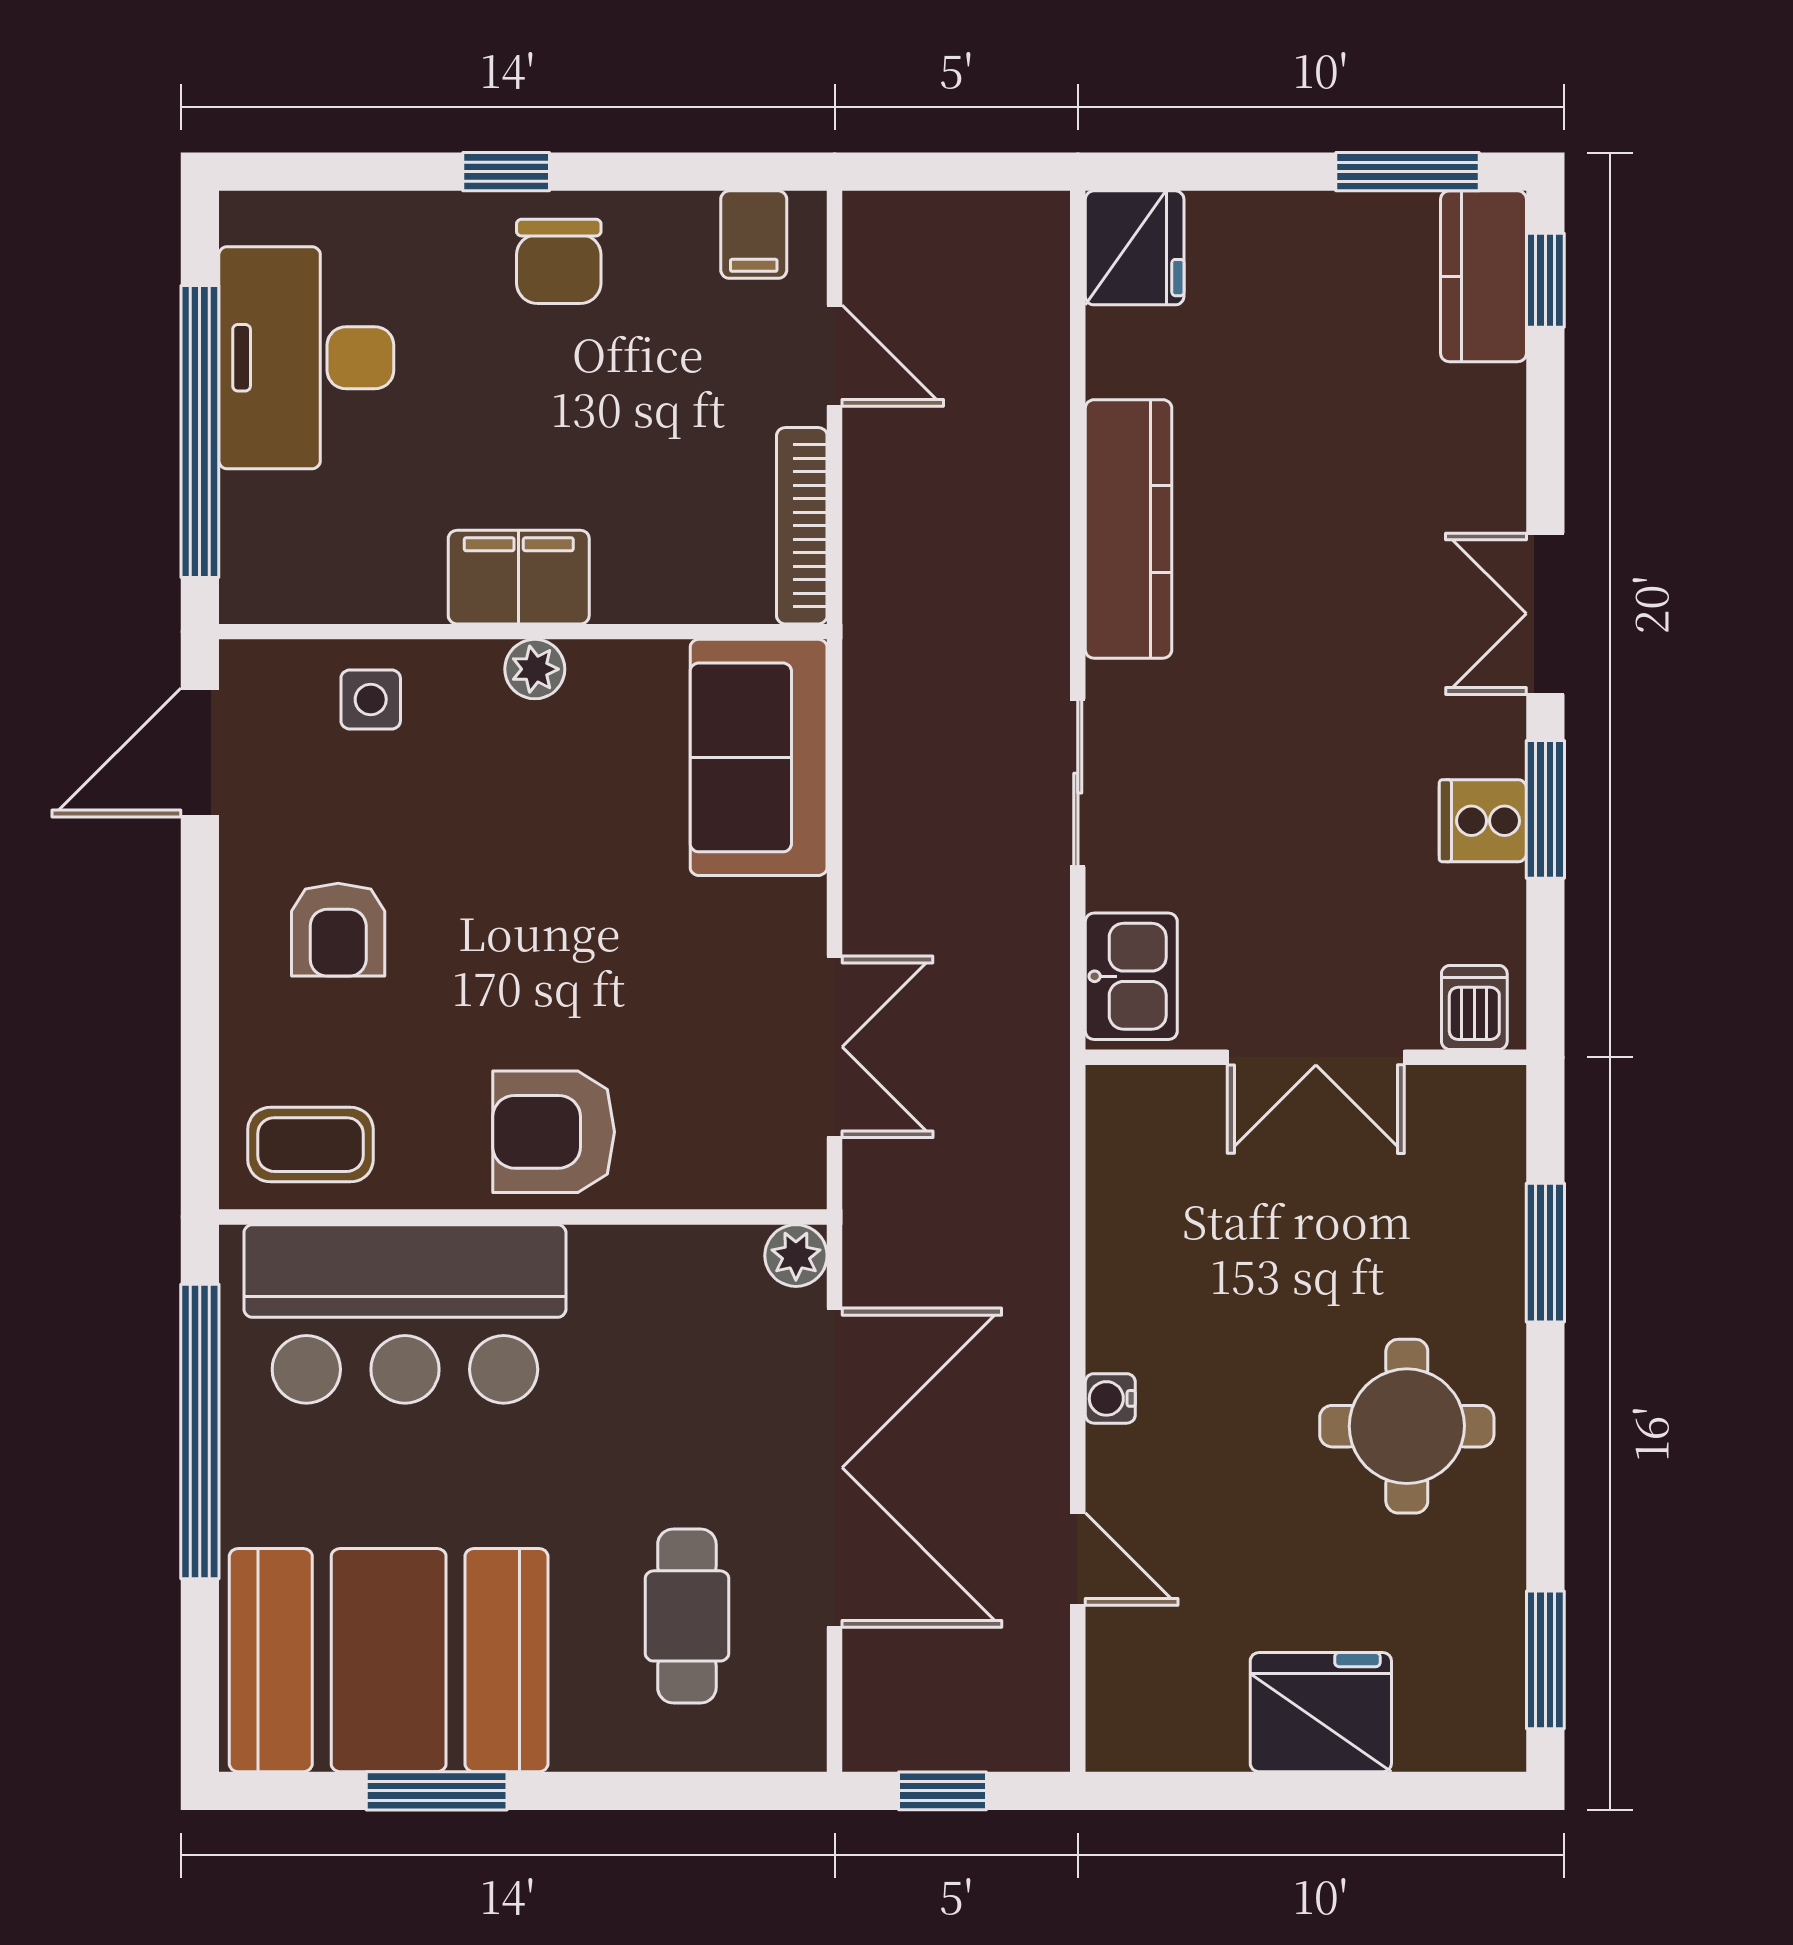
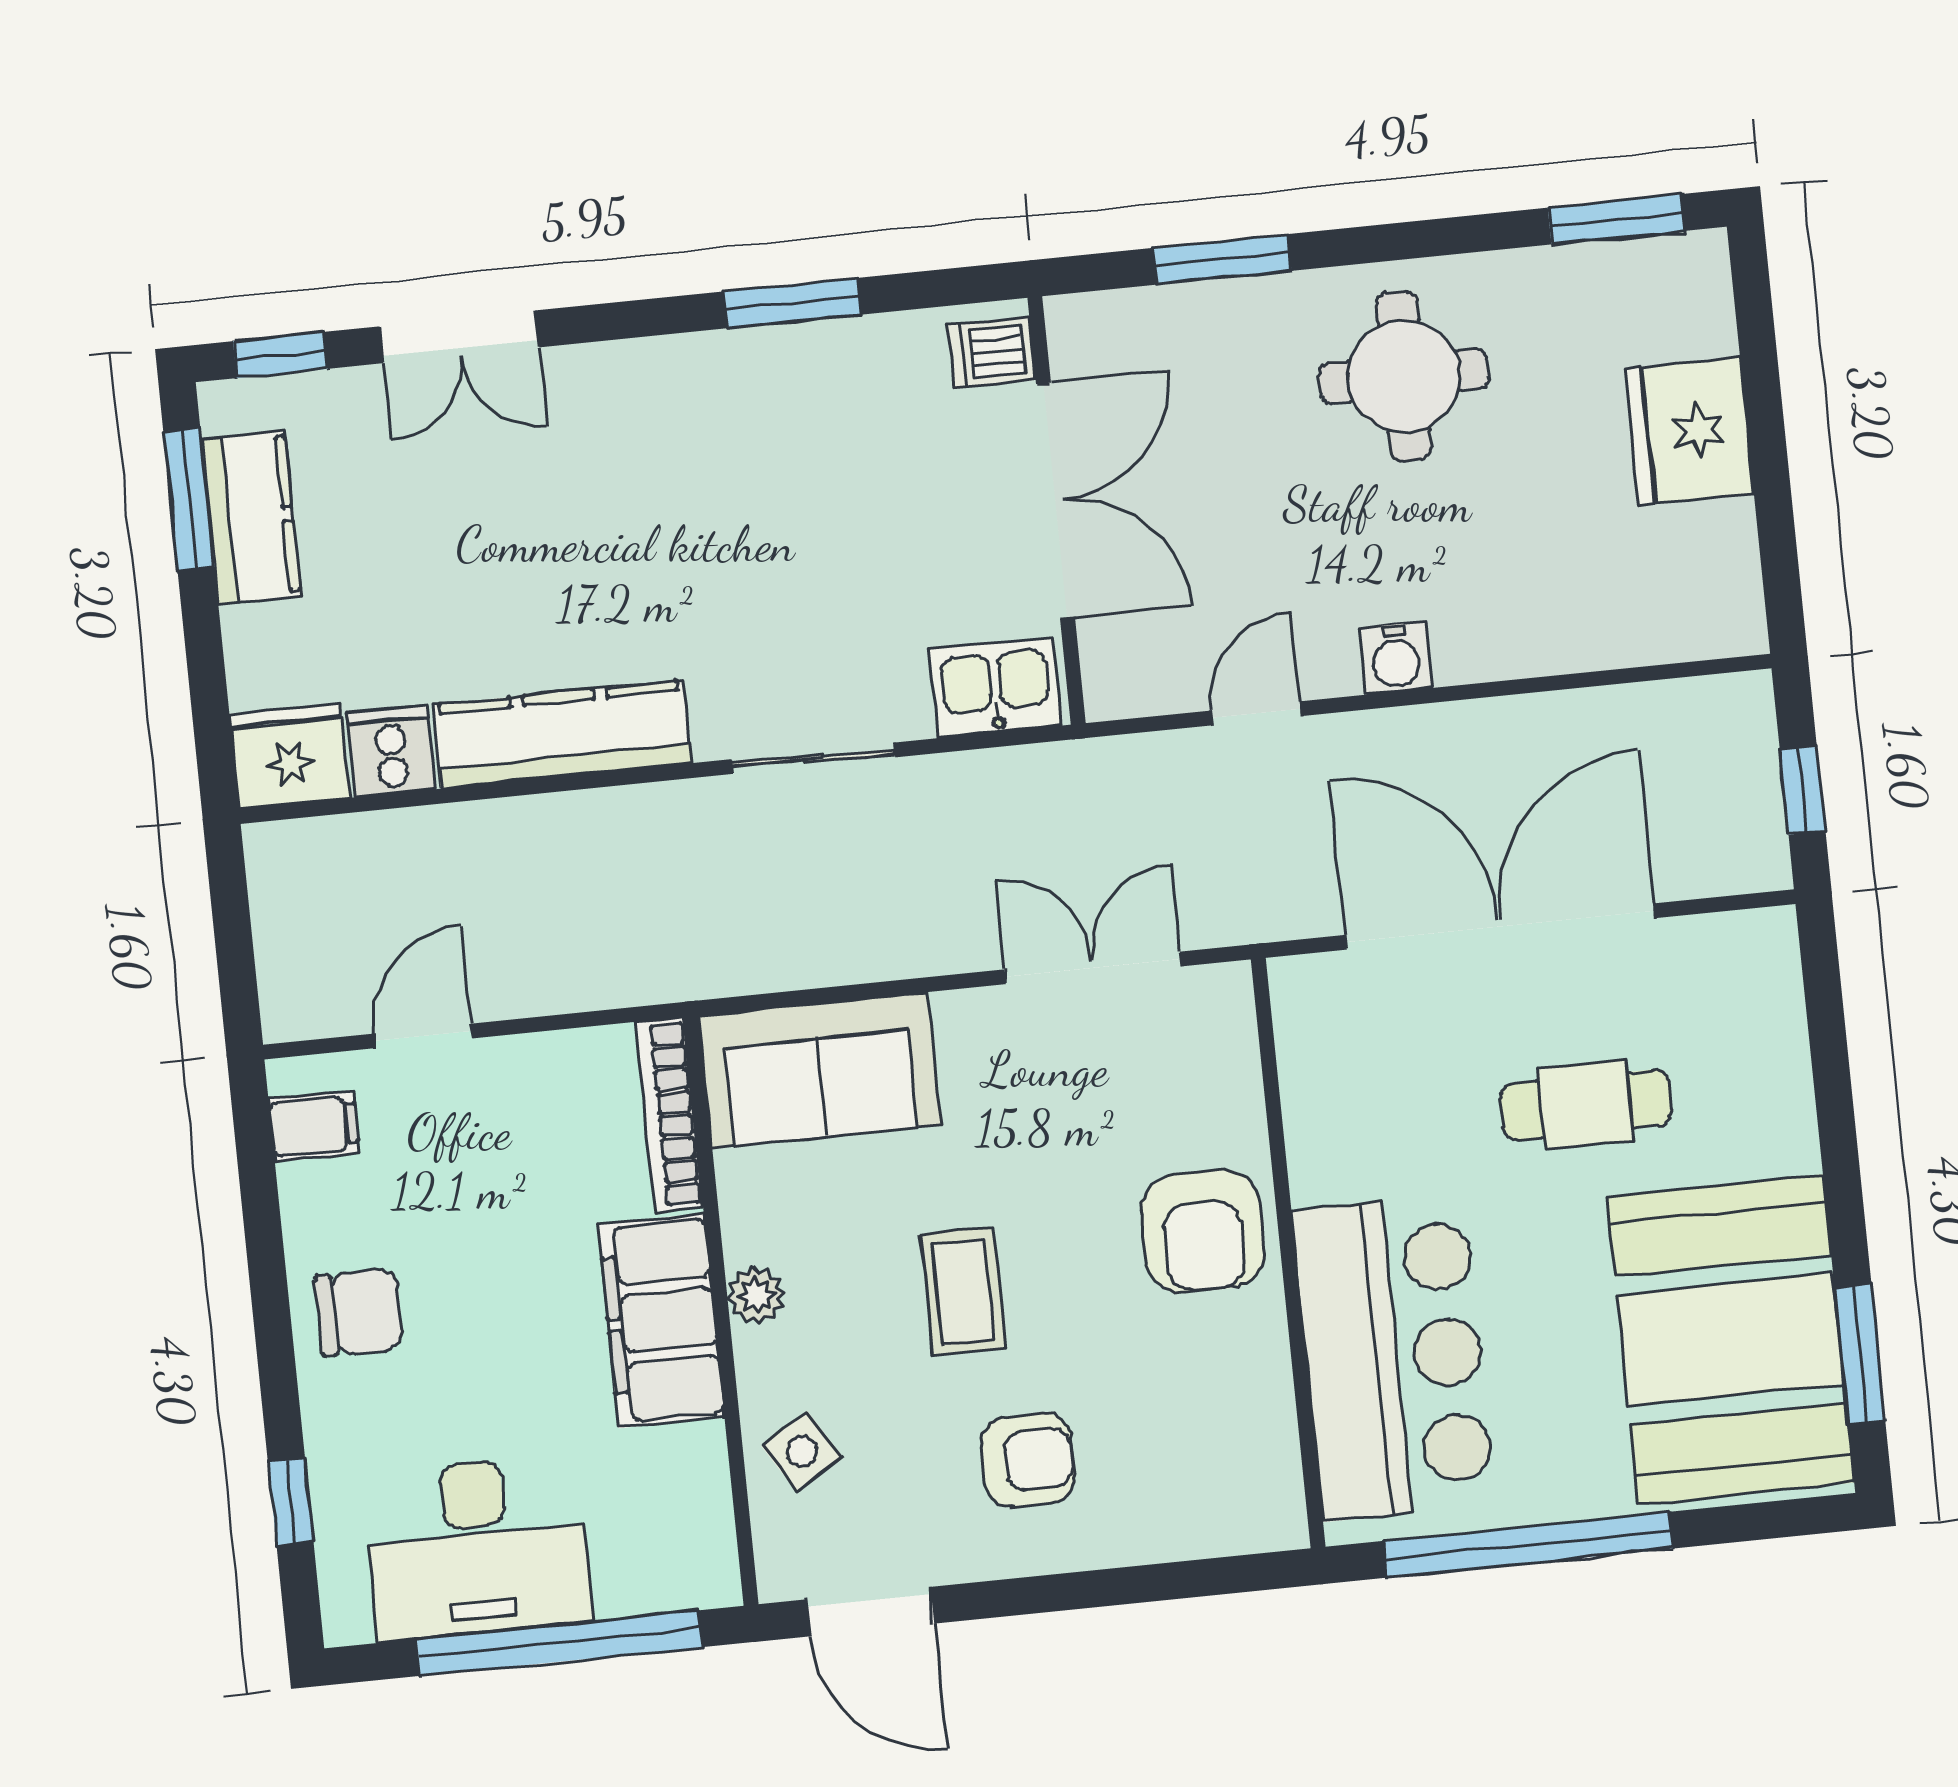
window: (506, 172) -> (291, 1502), moved
kitchen counter: (1483, 276) -> (251, 518), moved, turned -90
bookcase: (802, 526) -> (669, 1115), moved, turned 90
filing cabinet: (519, 577) -> (661, 1321), width x1.50, depth x1.17
double door: (1545, 614) -> (459, 337), moved
side table: (371, 699) -> (802, 1451), turned -32
cooker: (1483, 821) -> (391, 751), moved, turned 180
double door: (1316, 1057) -> (1055, 501), width x1.37
coffee table: (310, 1145) -> (963, 1291), moved
plant: (796, 1256) -> (1299, 985), removed
water cooler: (1110, 1398) -> (1396, 658), width x1.38, depth x1.38
door: (1078, 1559) -> (1256, 713), moved
cafe table: (687, 1616) -> (1586, 1105), moved
window: (437, 1791) -> (1860, 1354), moved

